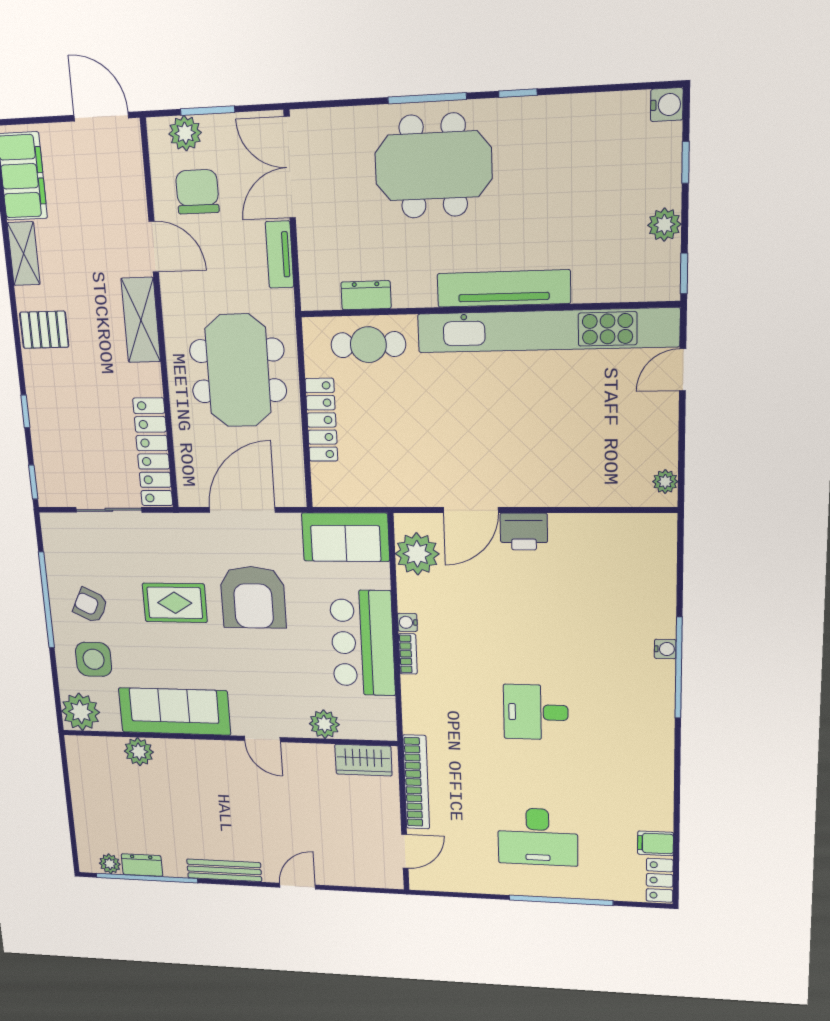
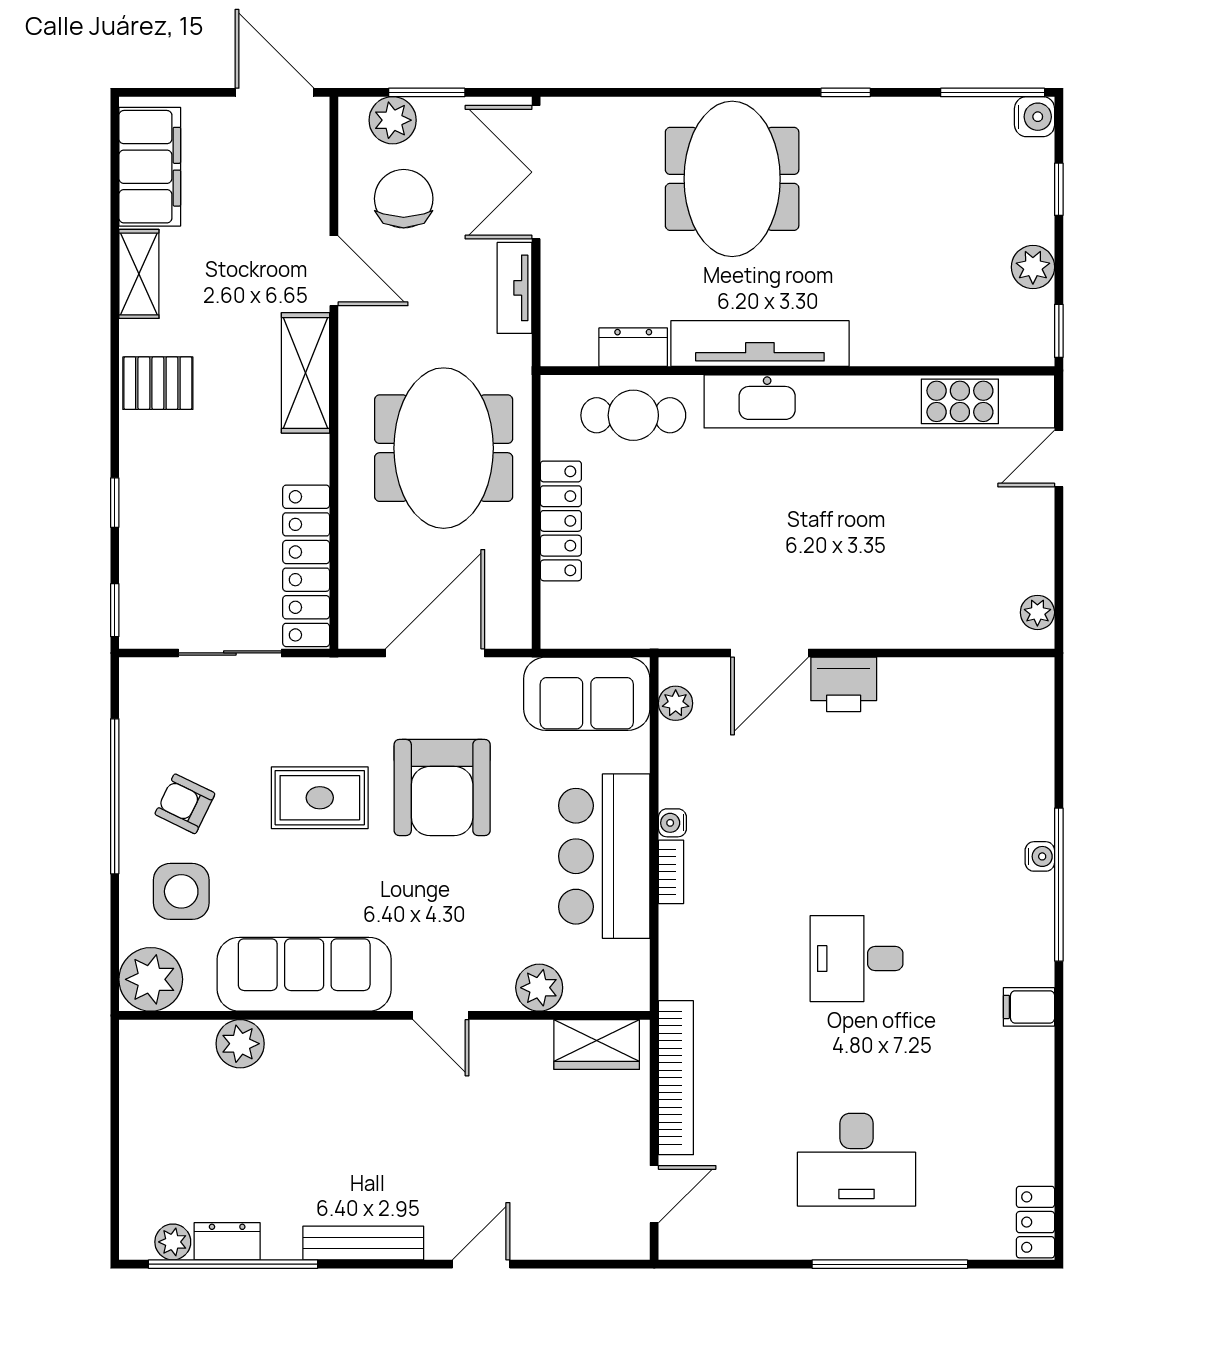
window: (427, 98) -> (993, 92), moved
meeting table: (433, 166) -> (732, 179), turned 90
tv unit: (504, 289) -> (760, 344), moved
plant: (417, 554) -> (676, 703), width x0.53, depth x0.53
filing cabinet: (655, 843) -> (1029, 1007), moved

